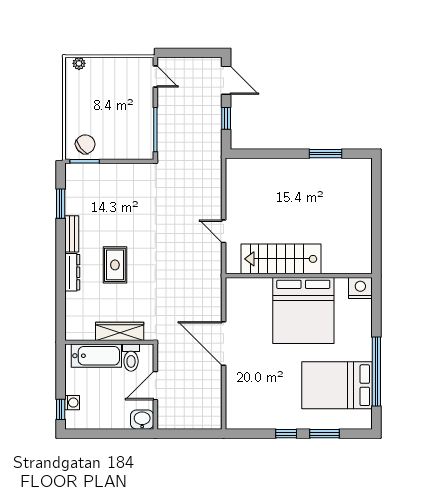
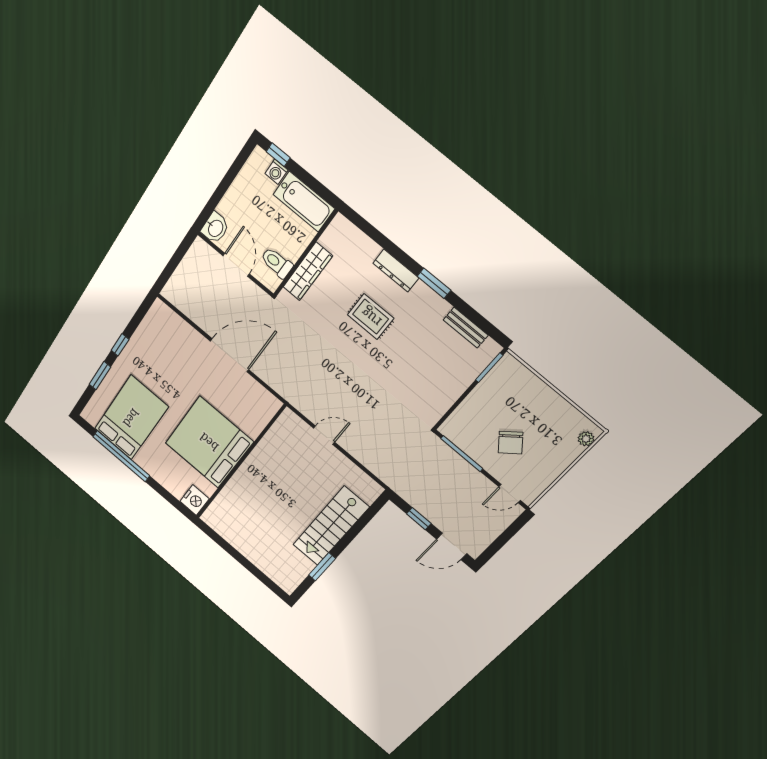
chair: (85, 144) -> (511, 443), moved
window: (61, 204) -> (434, 283), moved
bench: (72, 234) -> (466, 328), moved
stairs: (281, 259) -> (331, 526), moved, turned 180
bathtub: (96, 356) -> (304, 202), moved, turned -90

